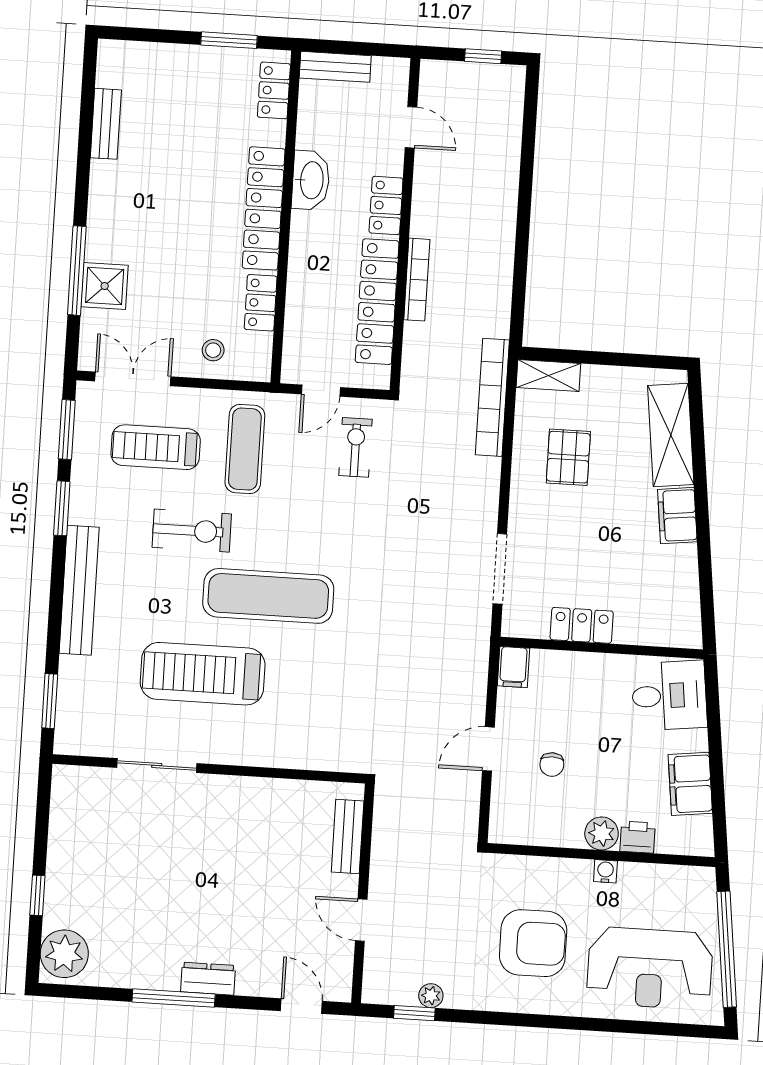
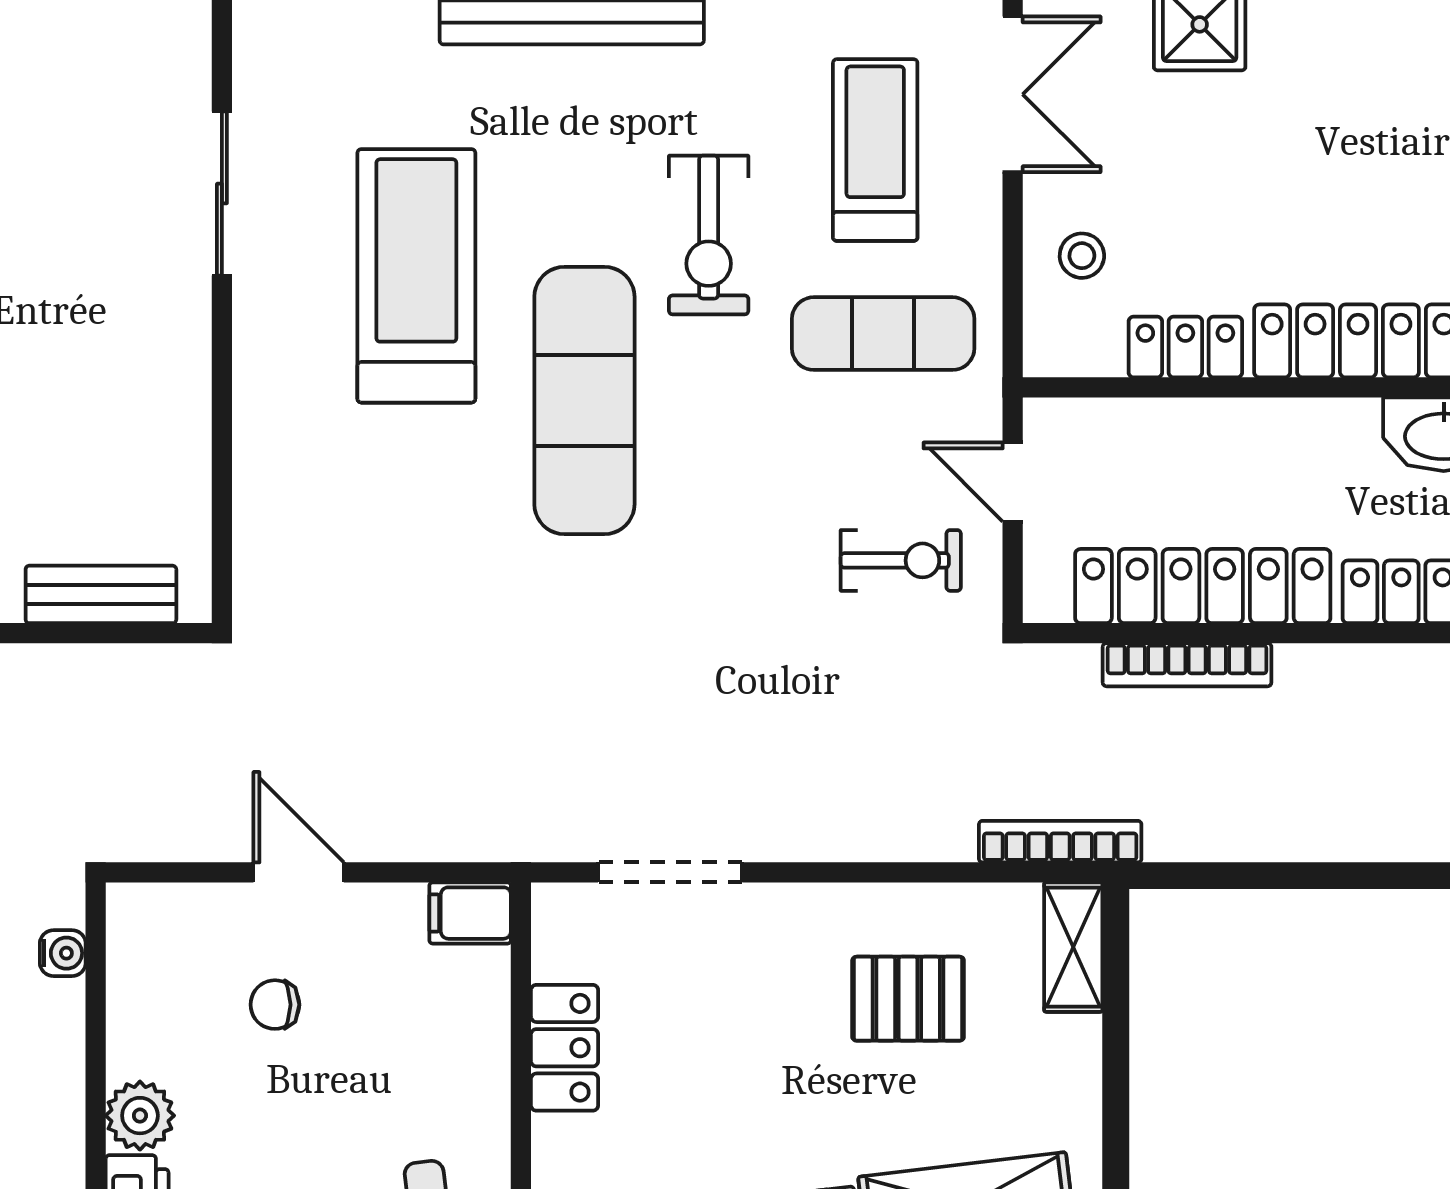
bookcase: (417, 280) -> (1187, 665), moved
bookcase: (492, 397) -> (1060, 842), width x0.68, depth x0.76
water cooler: (605, 871) -> (63, 953), moved

